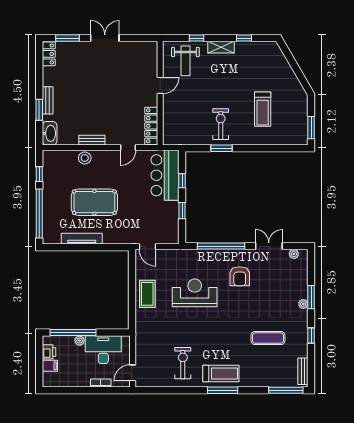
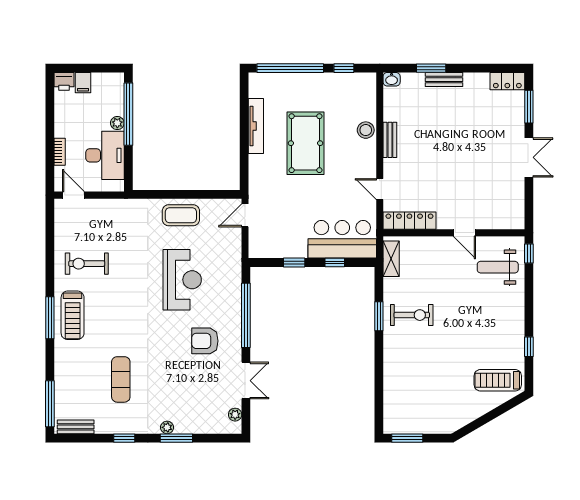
window: (196, 38) -> (529, 253), moved
shelving: (221, 47) -> (391, 259), moved
treadmill: (263, 109) -> (498, 380), moved
washbasin: (50, 133) -> (392, 79), width x0.52, depth x0.69
printer: (49, 352) -> (64, 81), moved
exercise bike: (183, 363) -> (87, 264), turned 180

